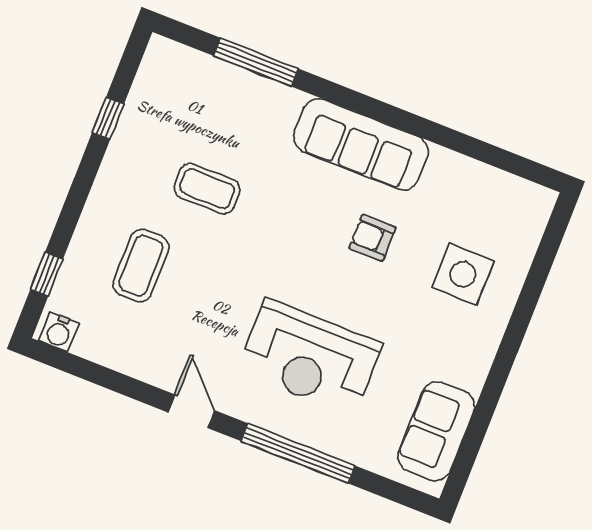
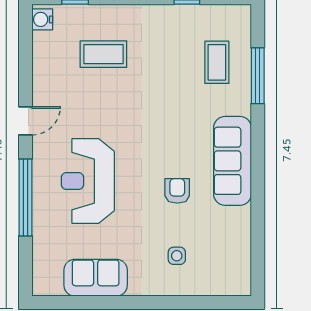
coffee table: (207, 189) -> (217, 62), moved
side table: (463, 274) -> (177, 256), width x0.54, depth x0.54
sofa: (436, 431) -> (96, 278), moved

